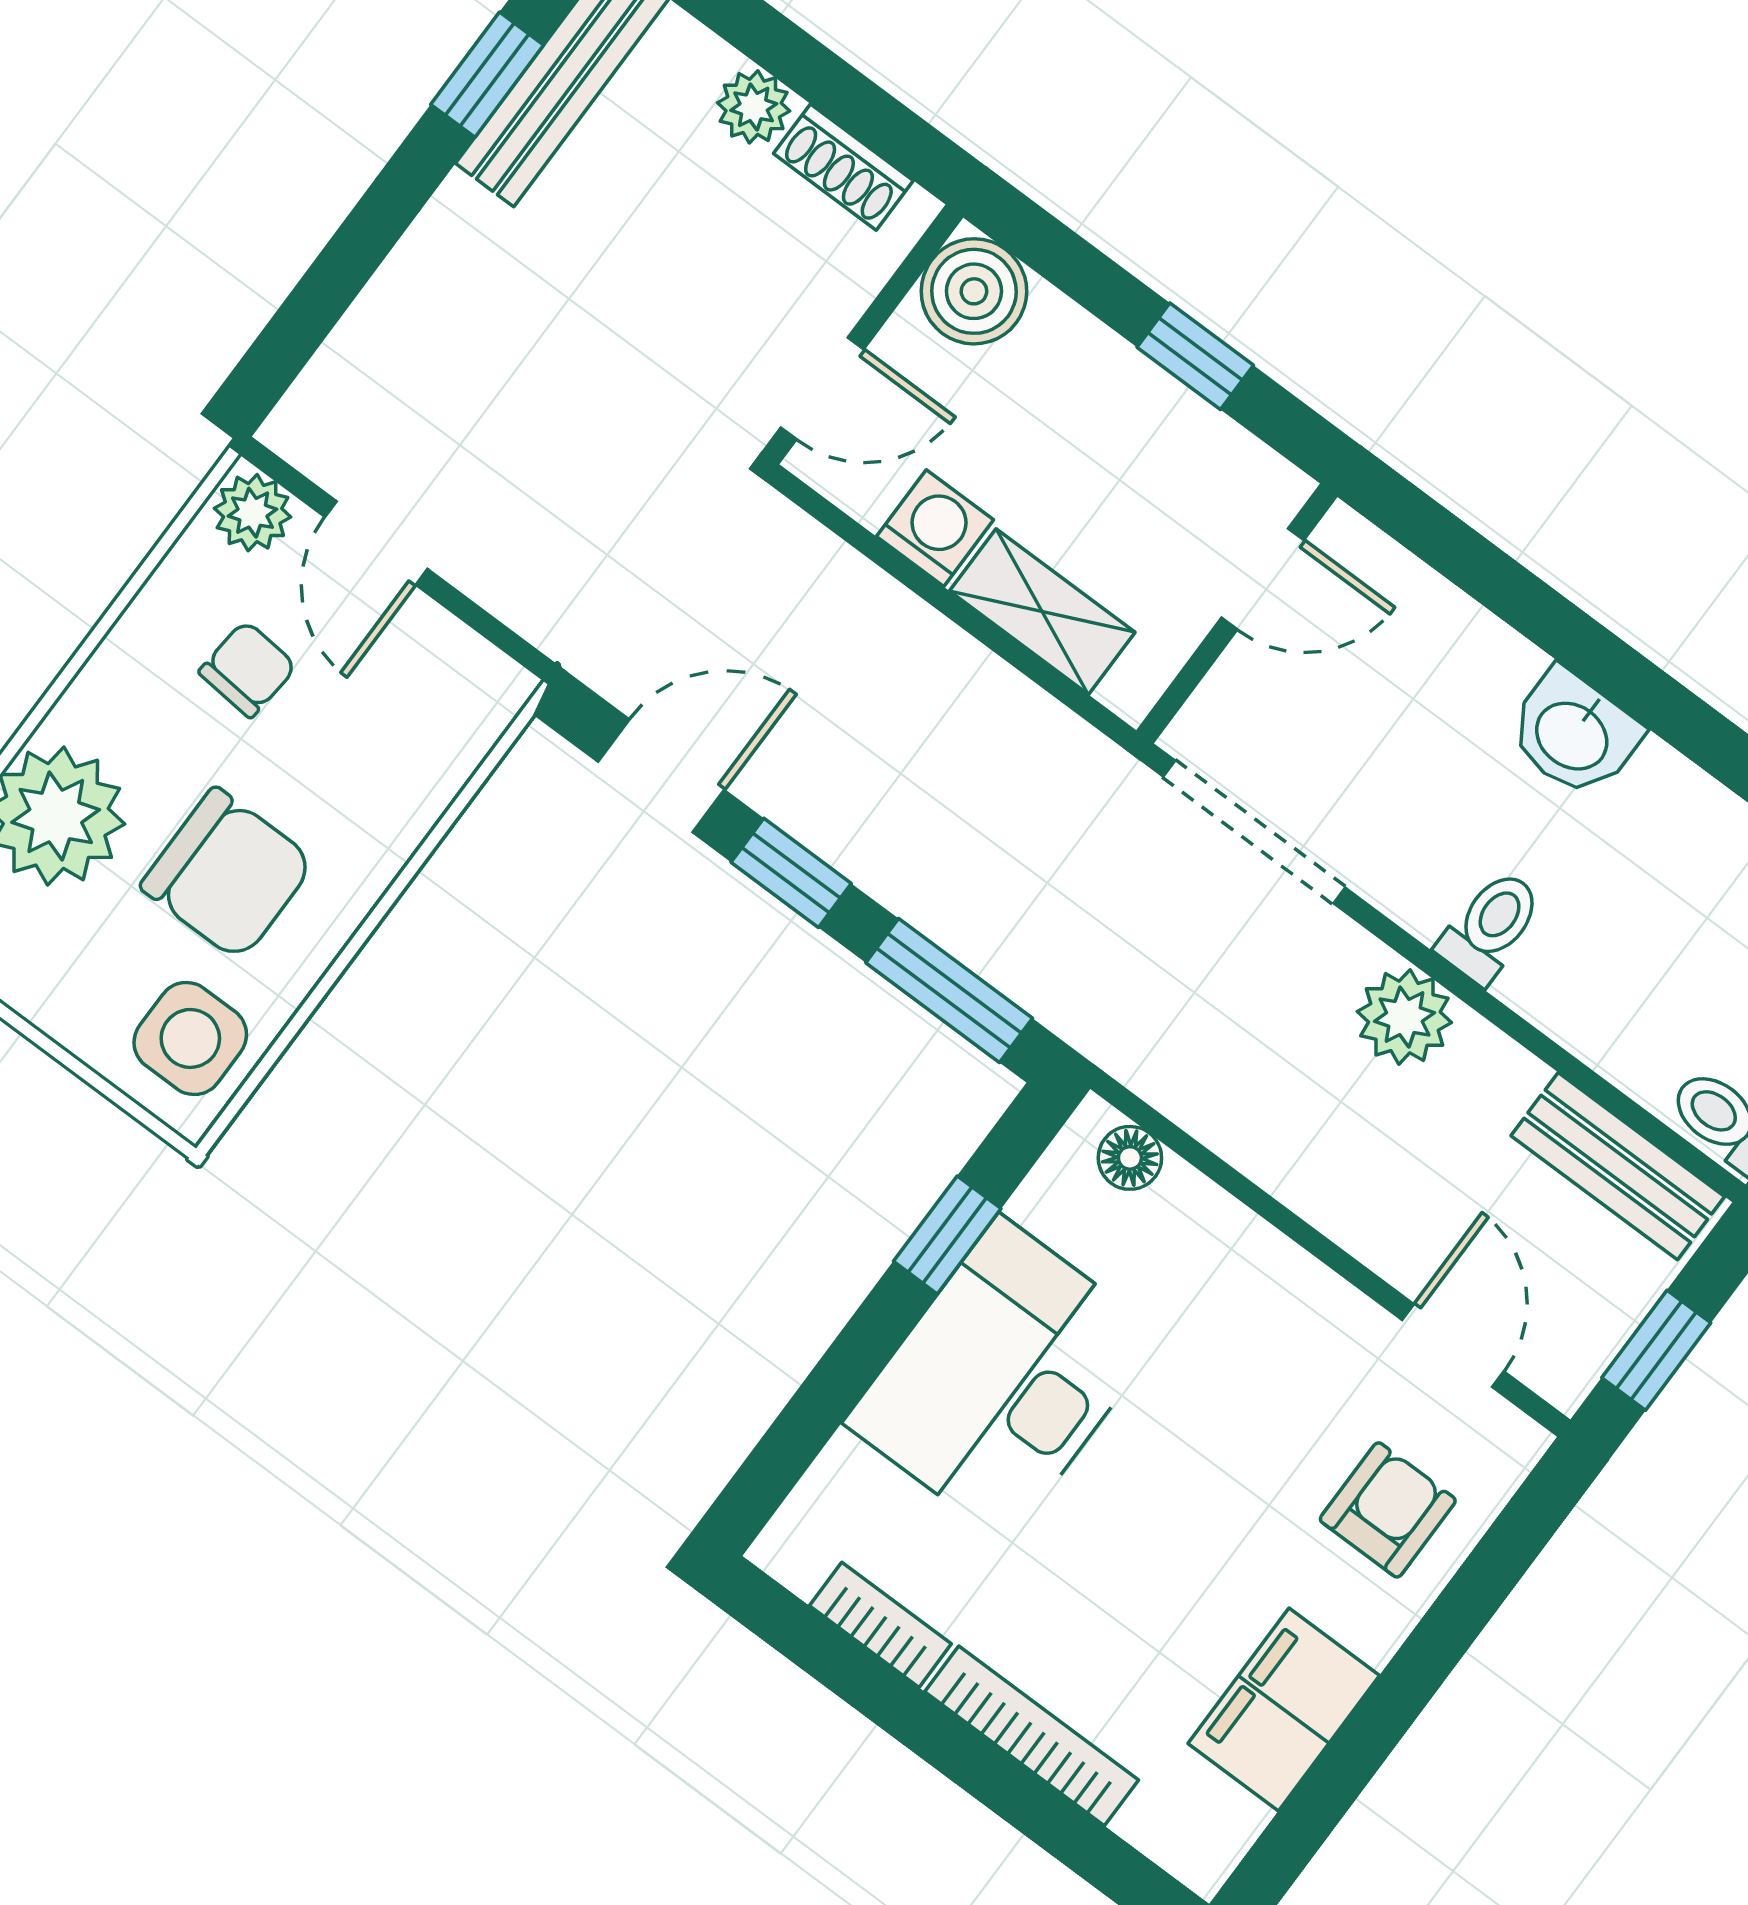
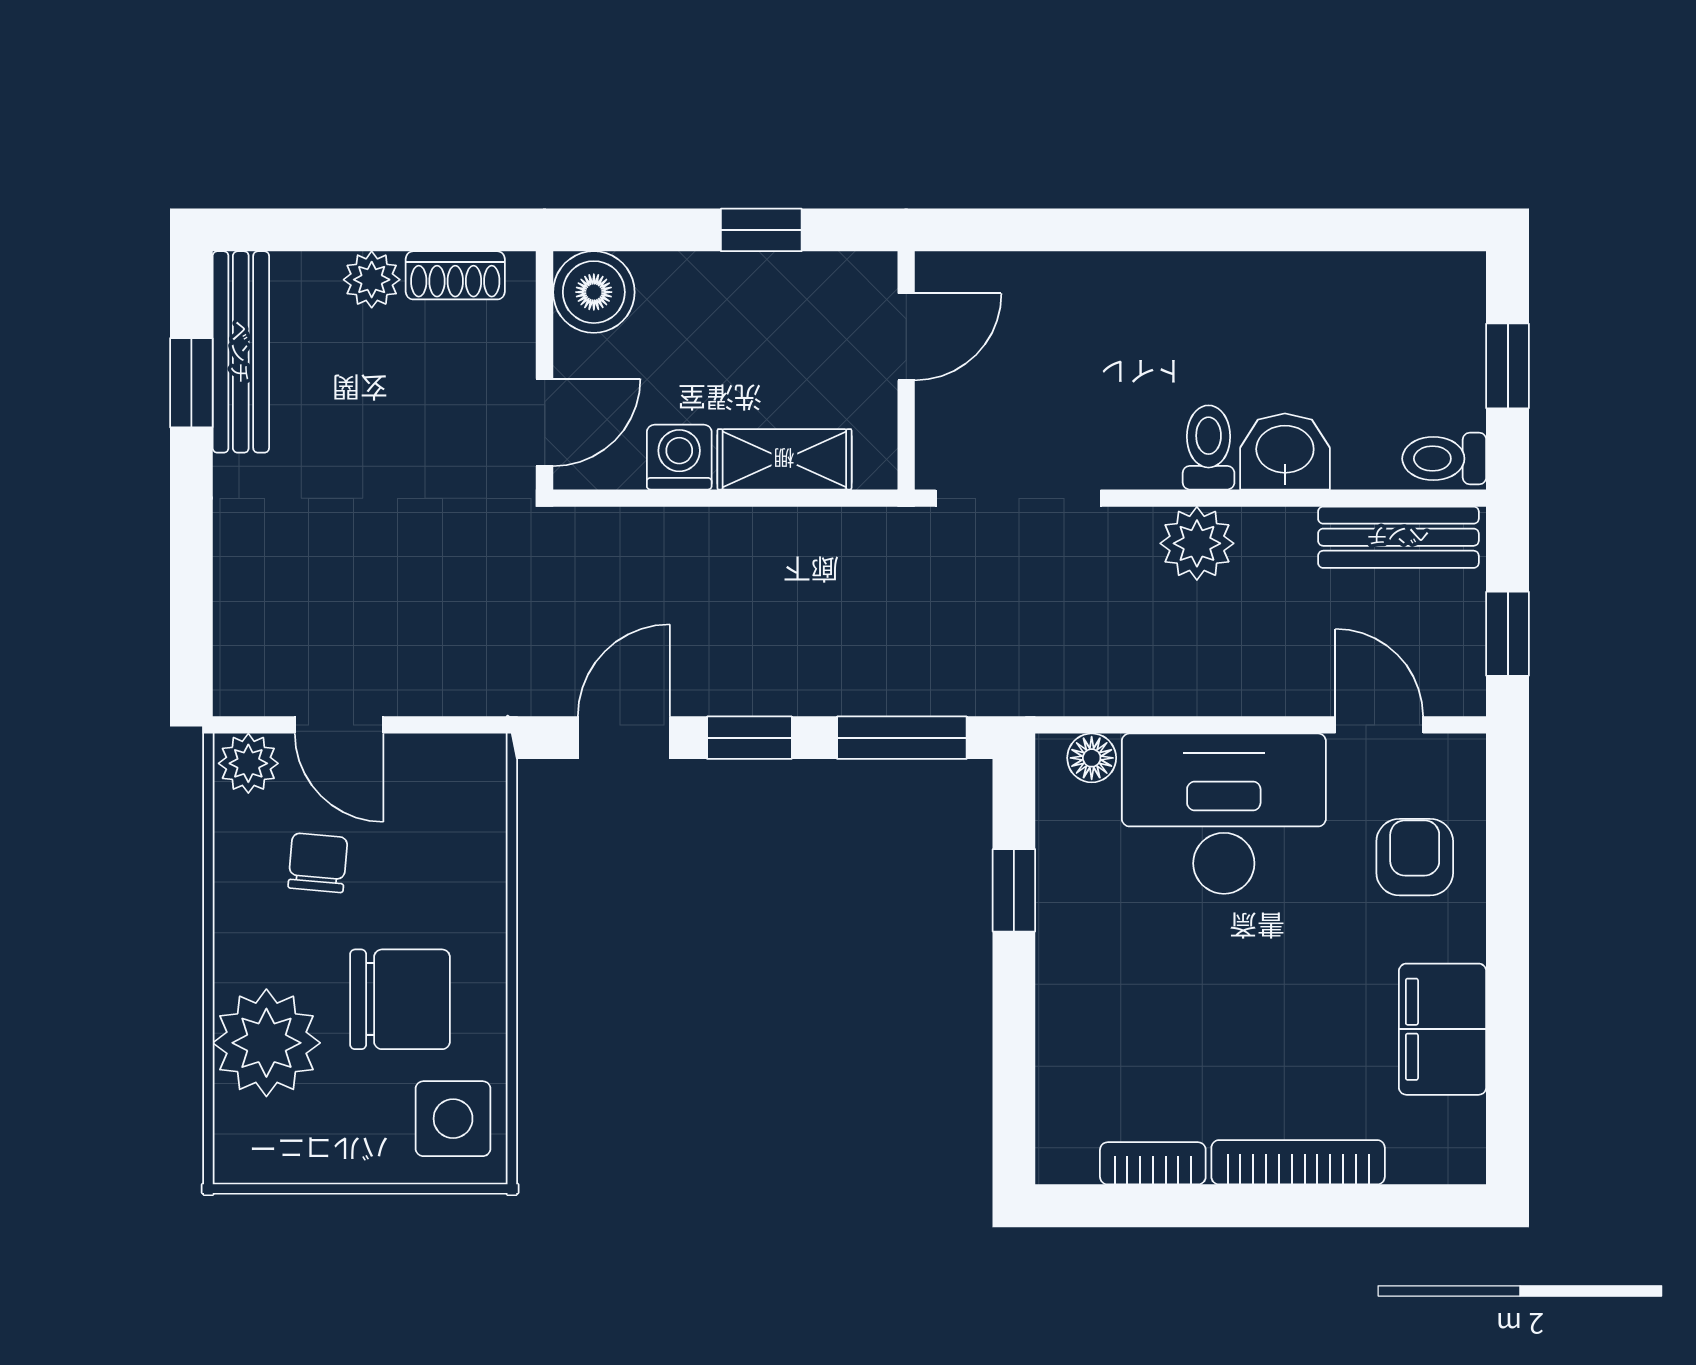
washbasin: (1573, 734) -> (1285, 451), moved, turned 180
desk: (1003, 1379) -> (1224, 814), moved, turned 90

